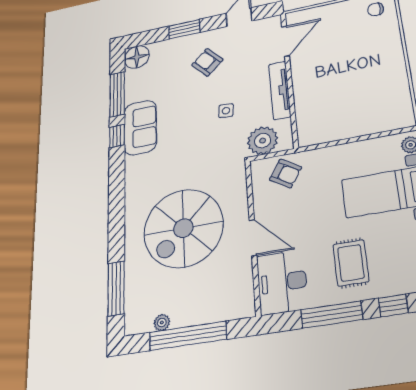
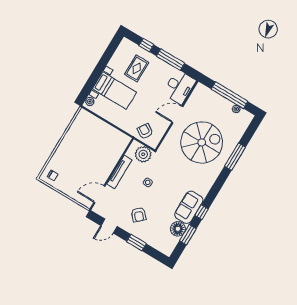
floor lamp: (137, 57) -> (178, 229), moved
window: (117, 94) -> (188, 235), width x0.69
door: (253, 238) -> (177, 115), hinge flipped
rug: (351, 263) -> (137, 68), moved
window: (116, 288) -> (235, 157), moved

